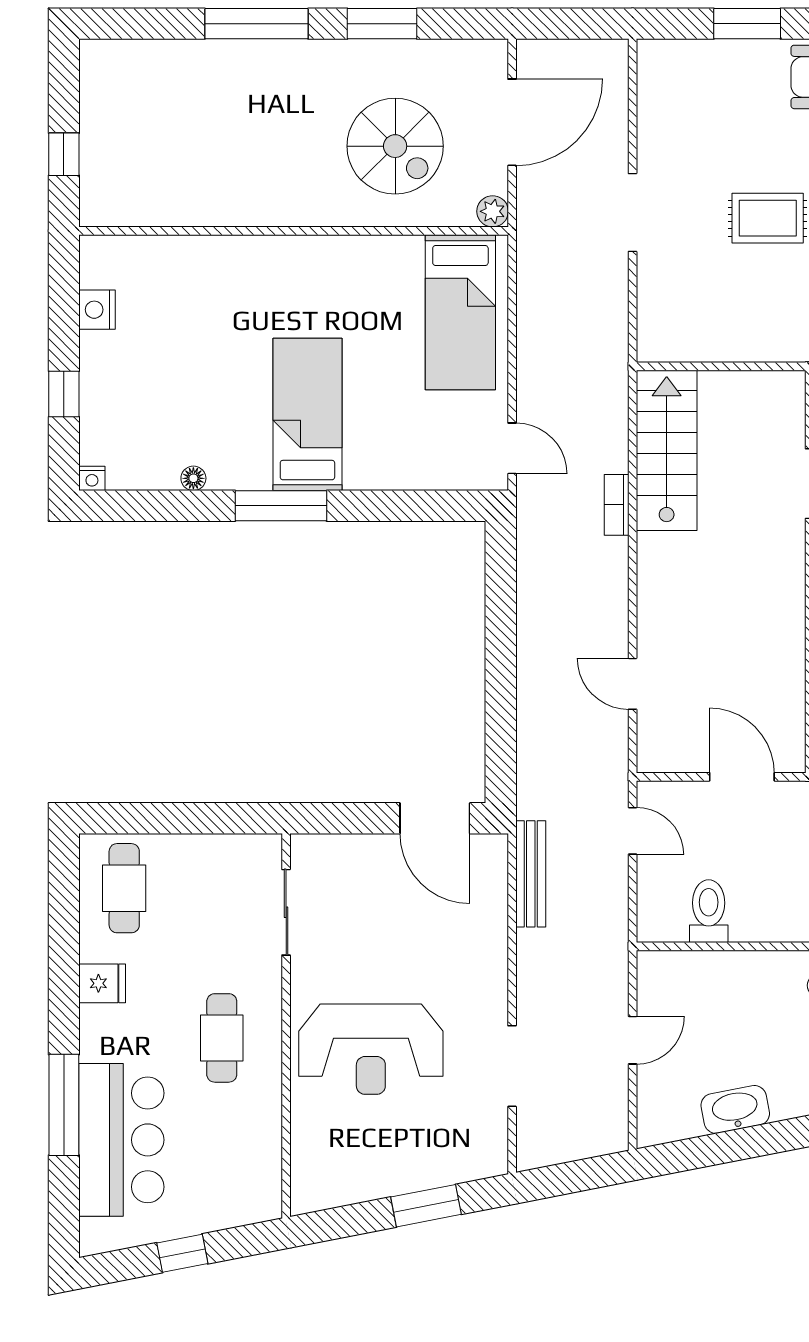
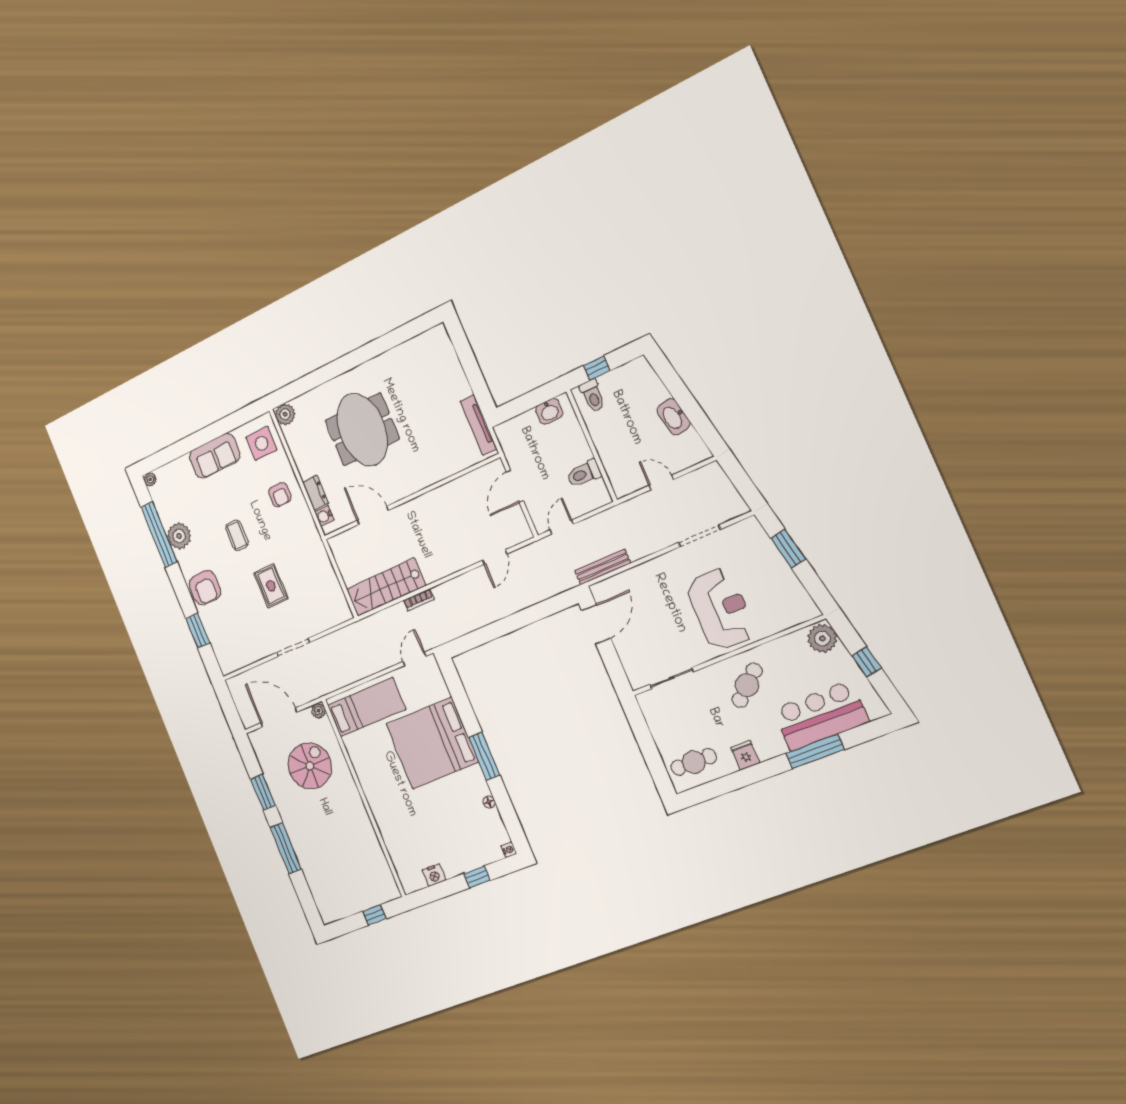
bed: (307, 414) -> (432, 743), width x2.04
cafe table: (222, 1038) -> (747, 685), turned -42
plant: (251, 1198) -> (822, 639), added

